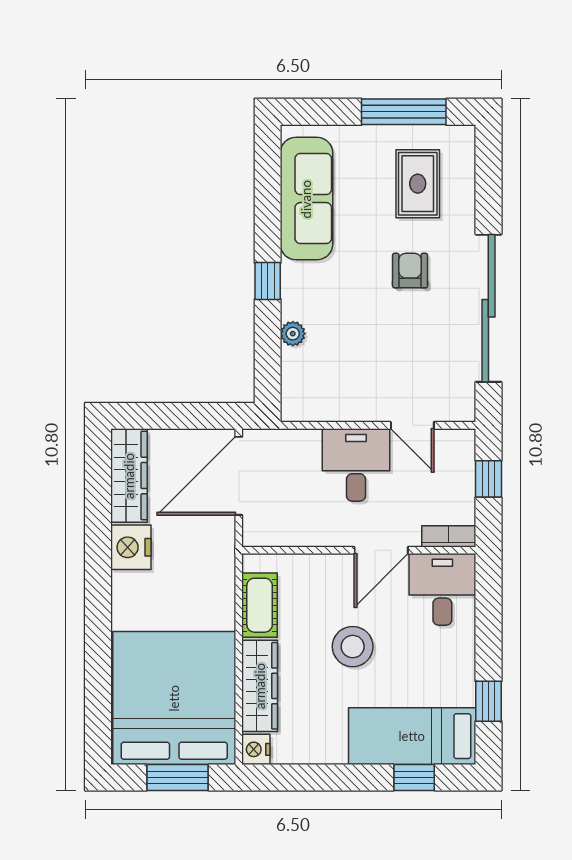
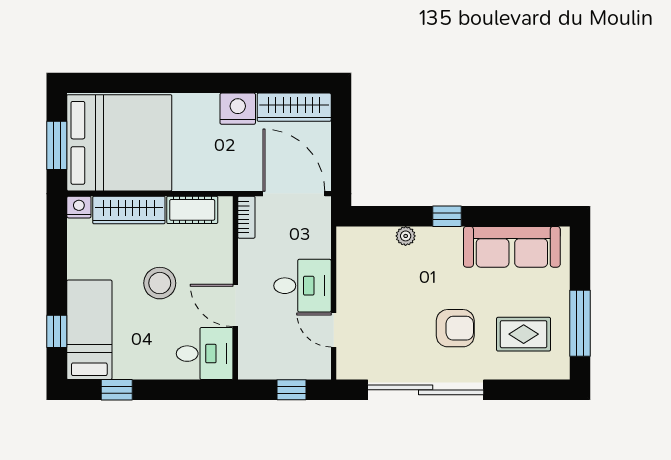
armchair: (410, 271) -> (455, 328), width x1.38, depth x1.38
door: (412, 425) -> (334, 330), hinge flipped
bookcase: (449, 536) -> (246, 217), moved

